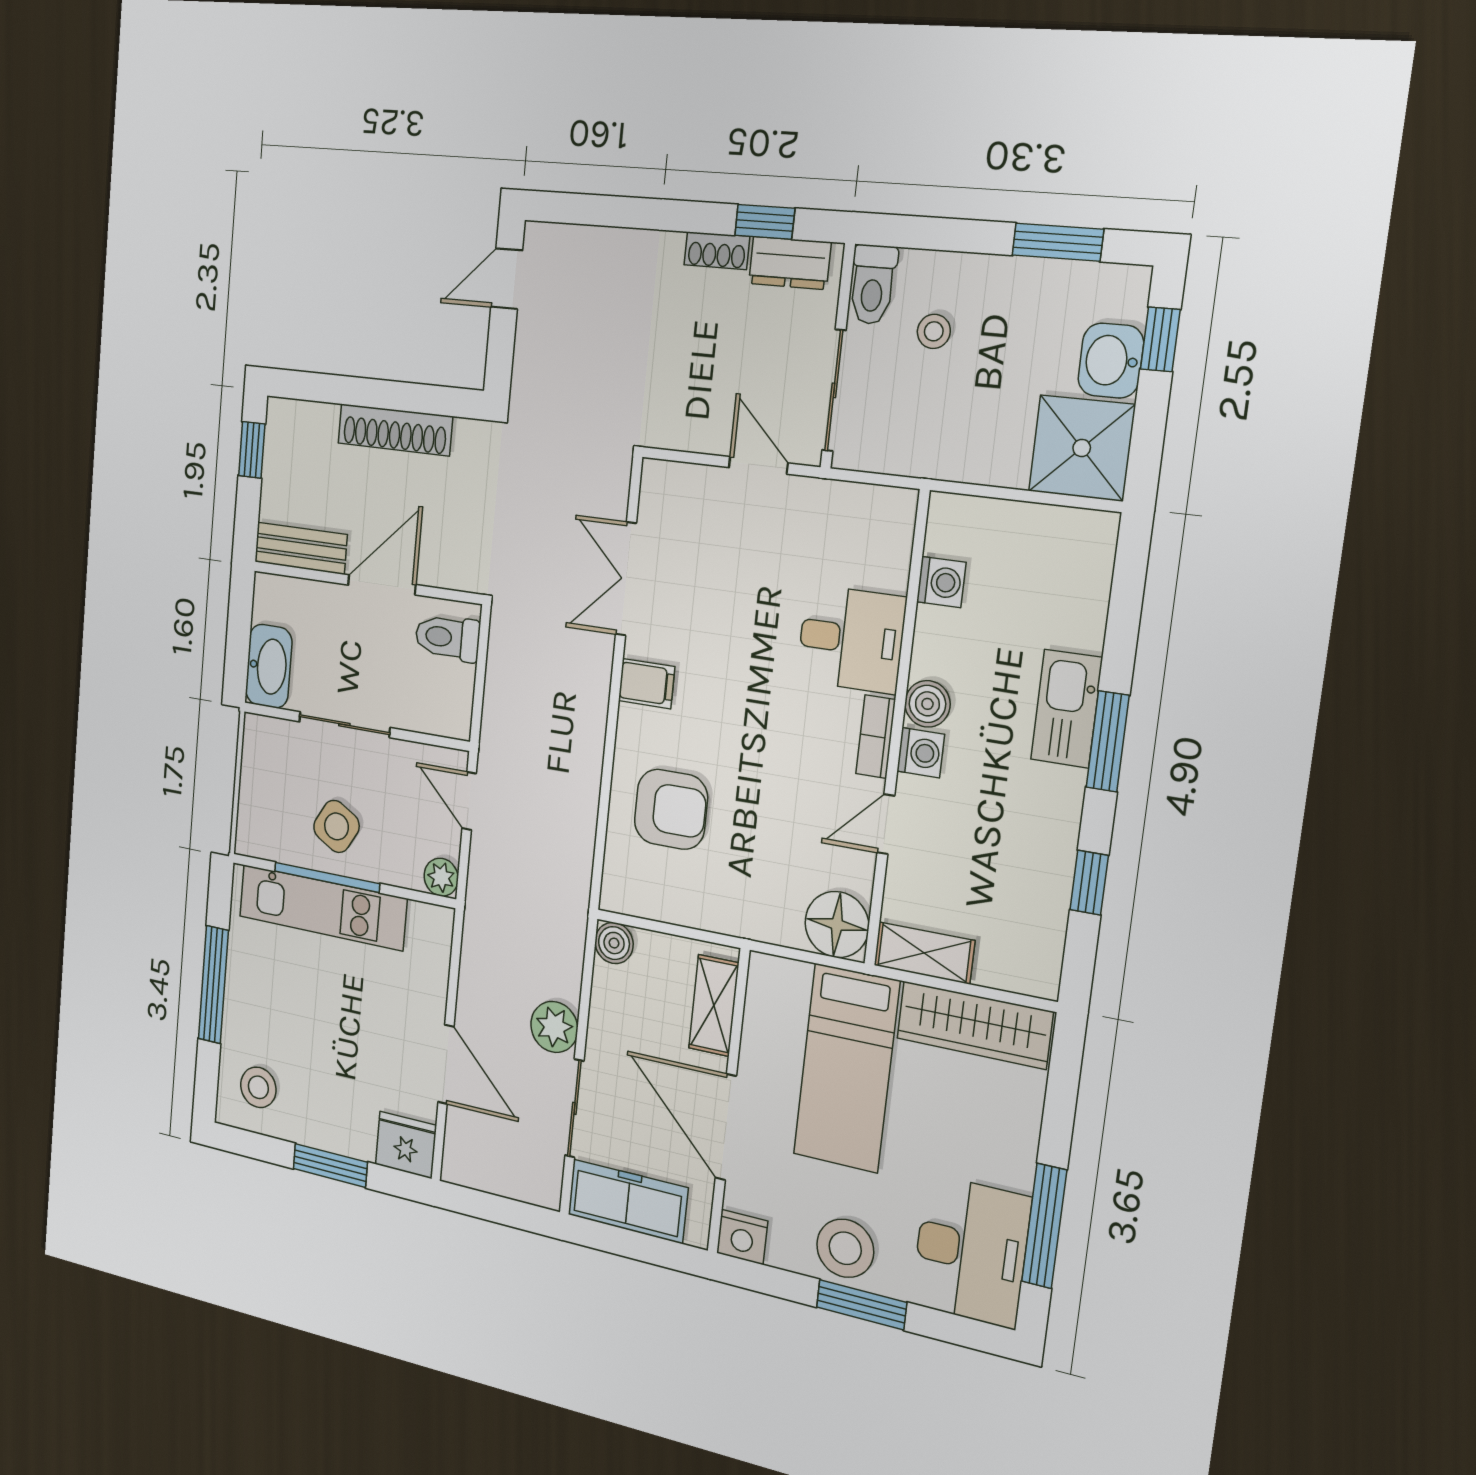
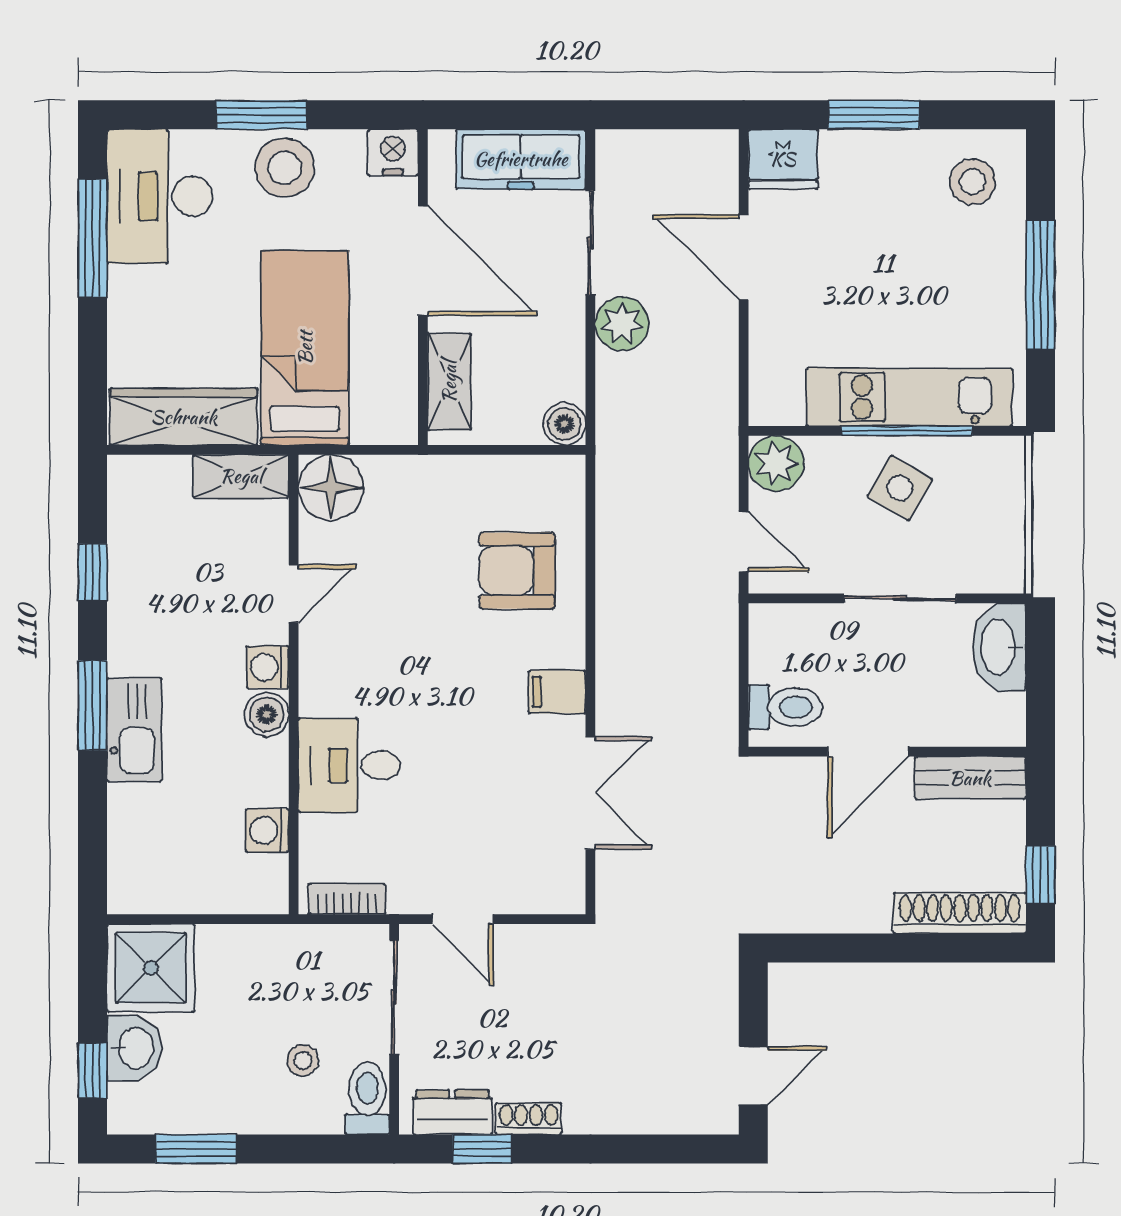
shoe rack: (395, 430) -> (960, 913), moved
bookcase: (876, 737) -> (347, 899), moved, turned -90
plant: (441, 877) -> (776, 463), width x1.38, depth x1.38

